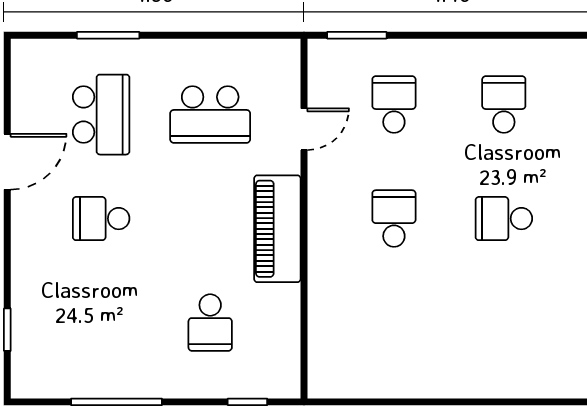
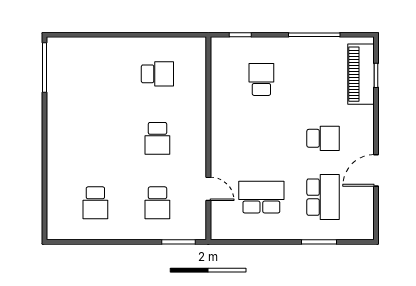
school desk: (101, 115) -> (323, 197), turned 180
door: (304, 129) -> (208, 189), swing flipped
school desk: (504, 219) -> (157, 74), moved
piano: (277, 229) -> (361, 74), moved, turned 180

